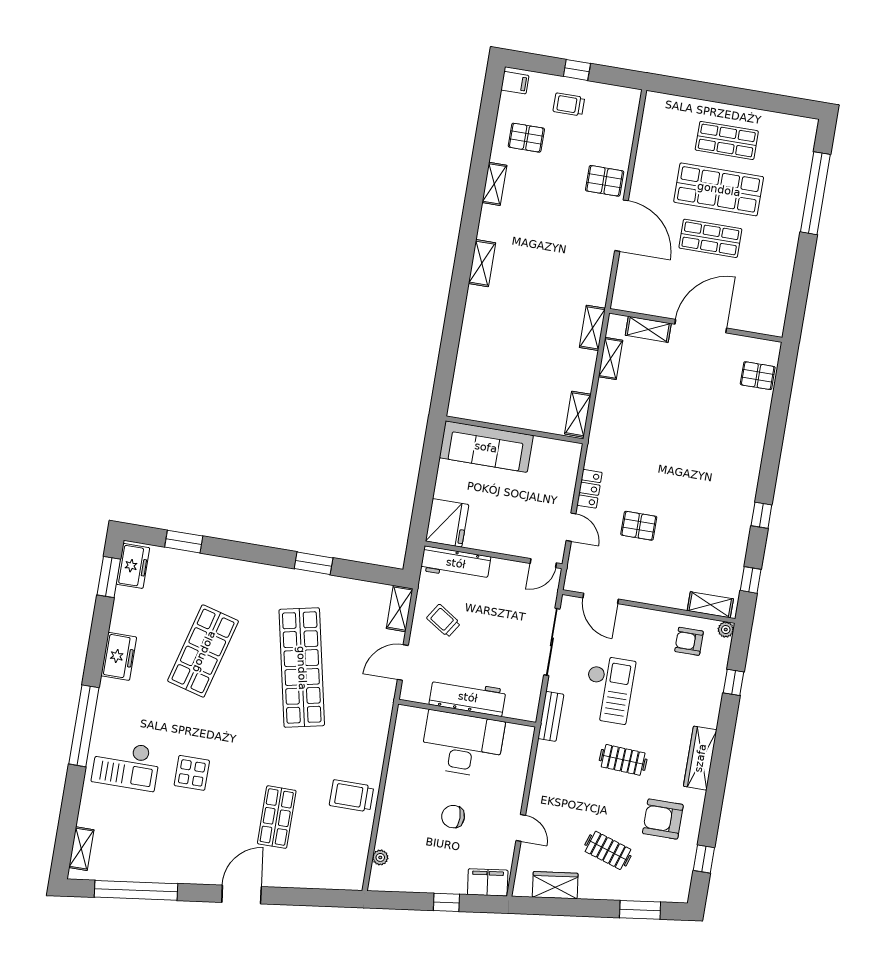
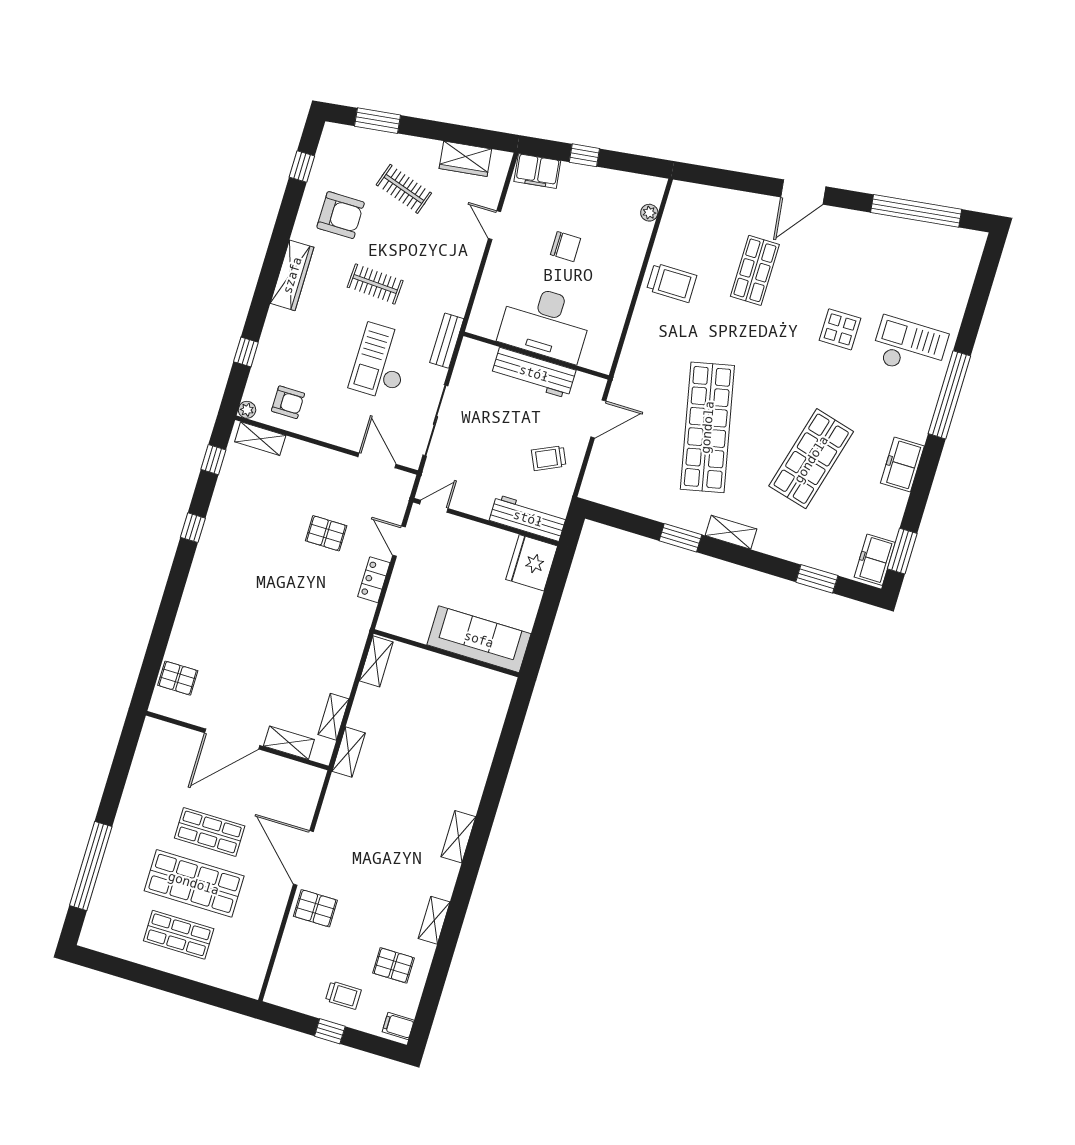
shelving: (400, 609) -> (731, 532), moved, turned 90
trolley: (444, 621) -> (549, 458), turned 122
shelving: (81, 849) -> (969, 263), removed

